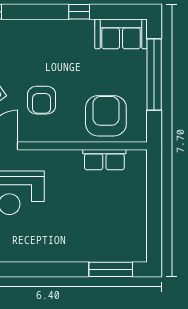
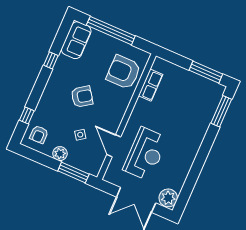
armchair: (42, 100) -> (82, 97), moved, turned -35
window: (154, 226) -> (206, 72), added

